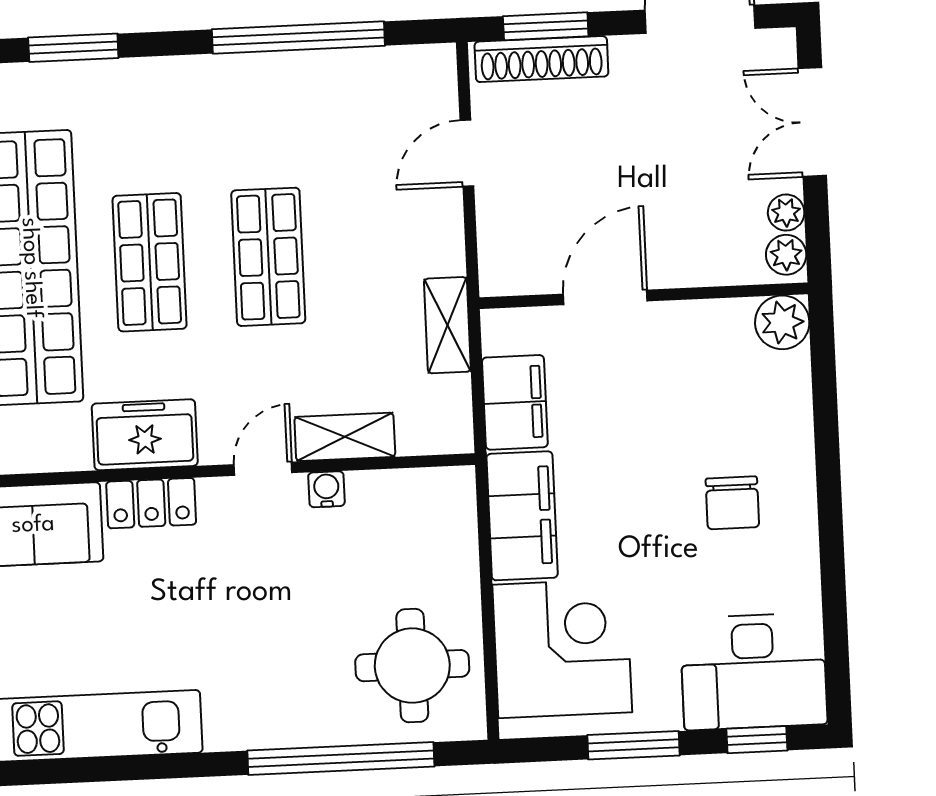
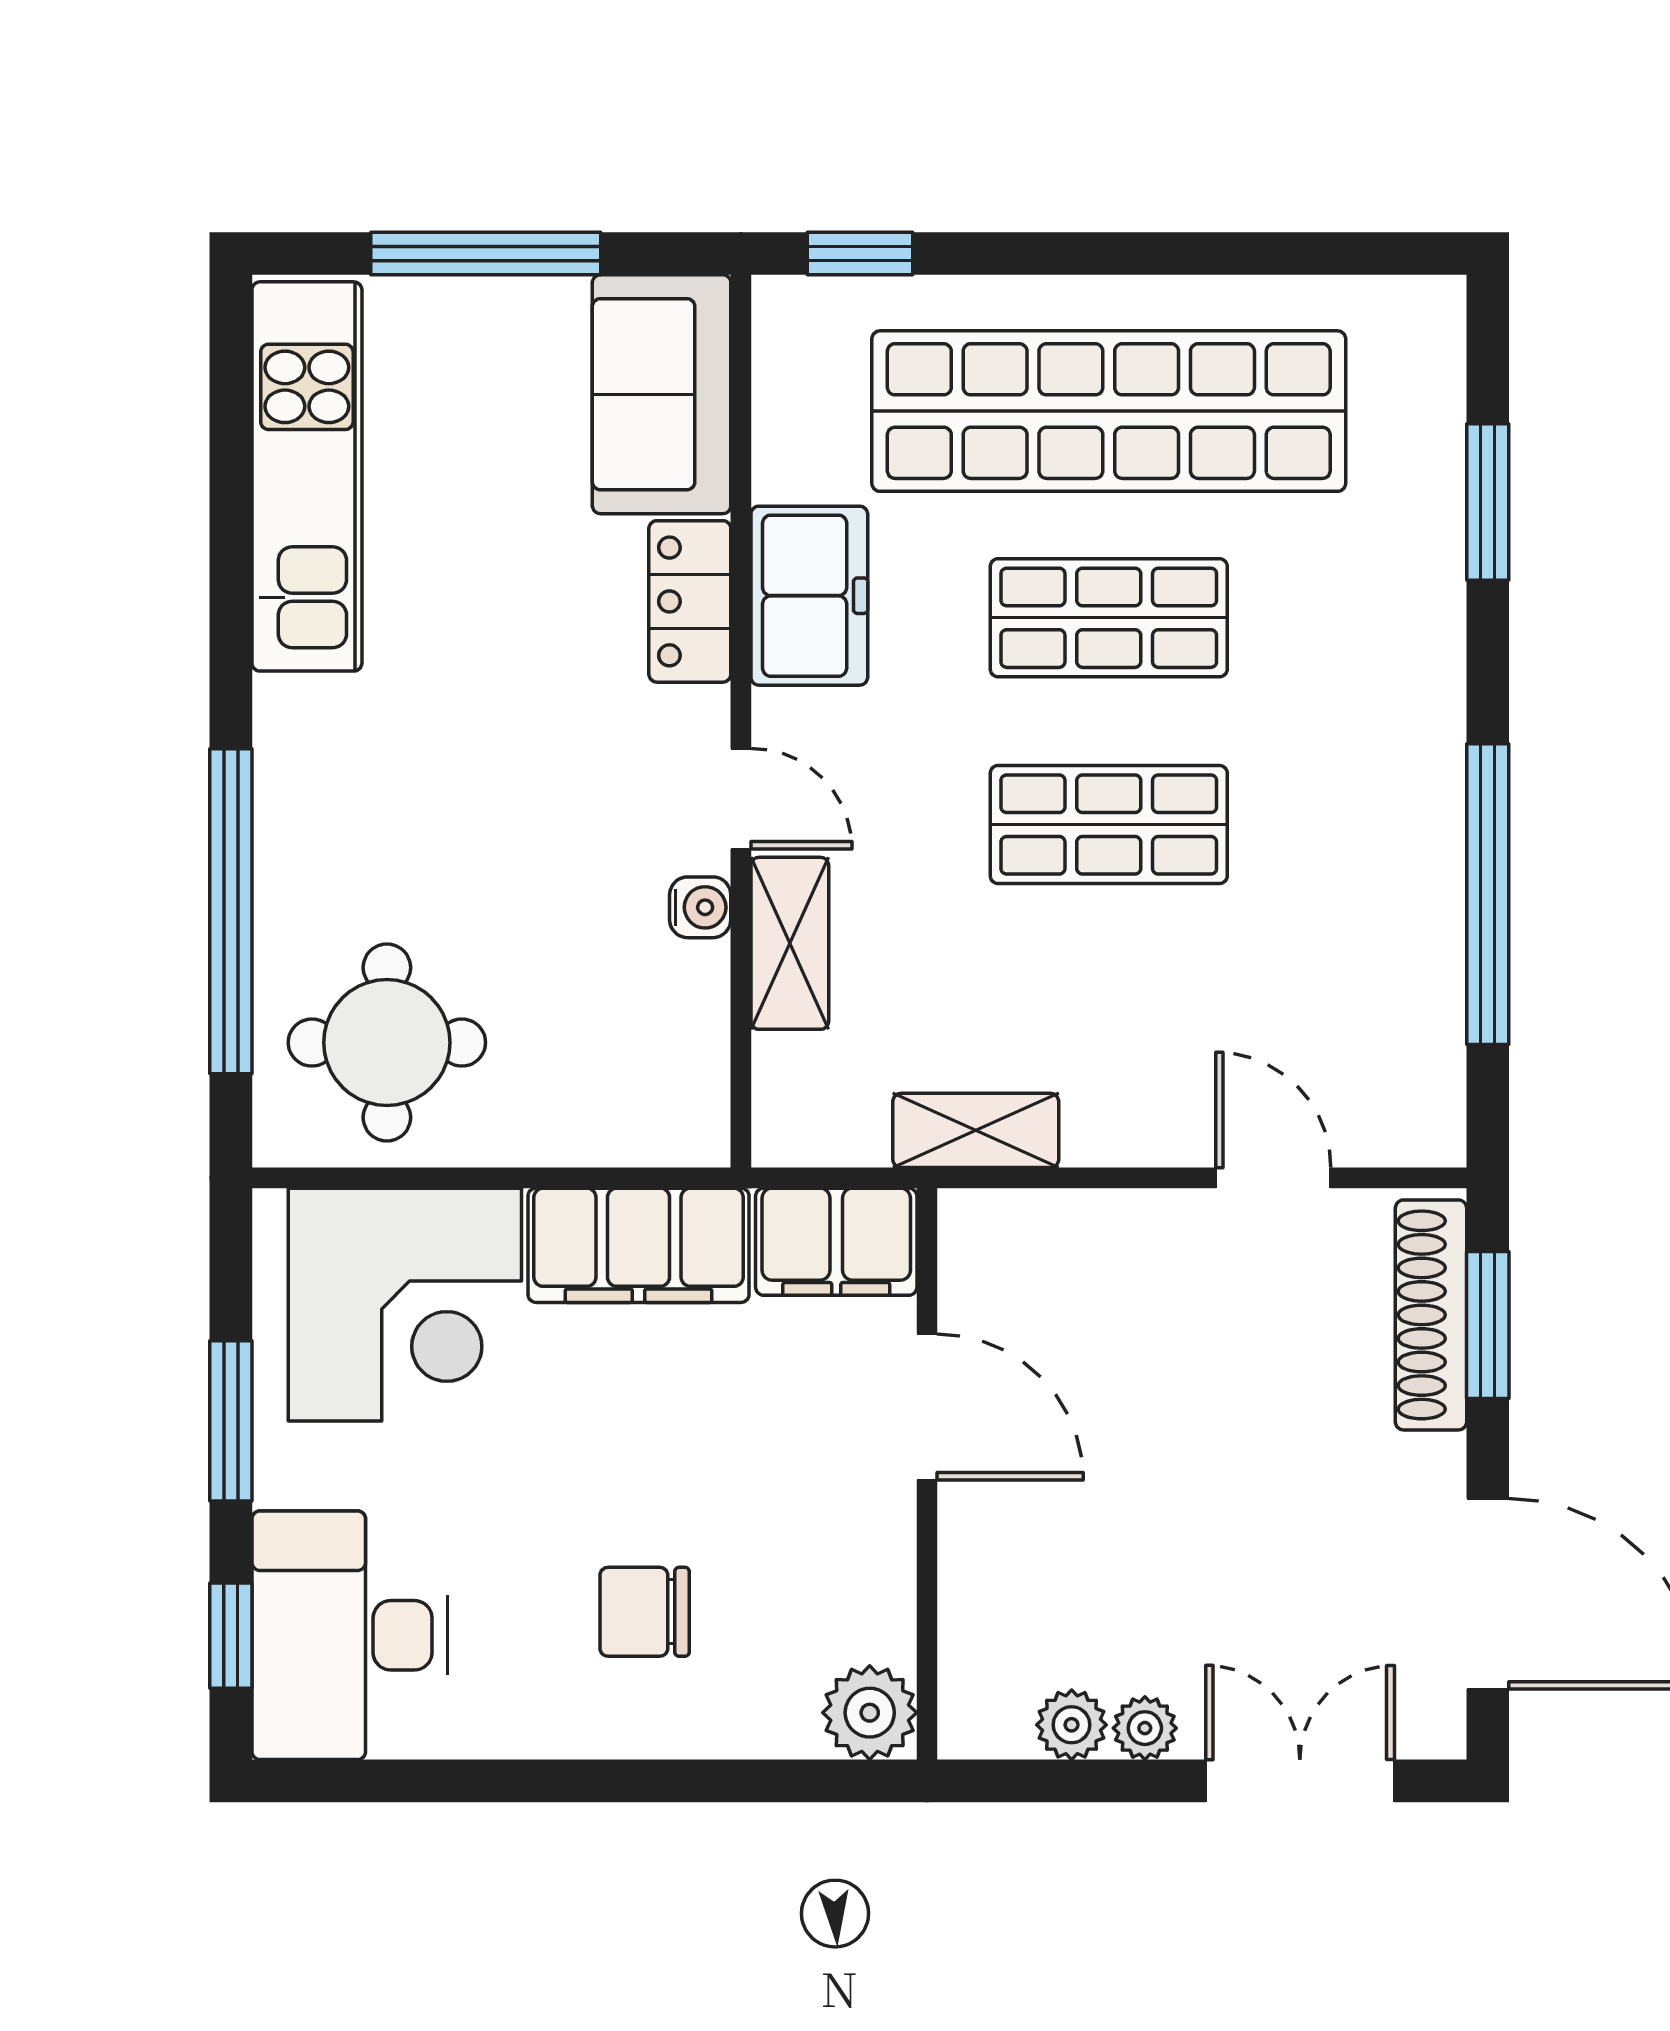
wall: (644, 296) -> (927, 1474), moved
door: (605, 297) -> (927, 1407), moved
plant: (782, 322) -> (870, 1713), moved

